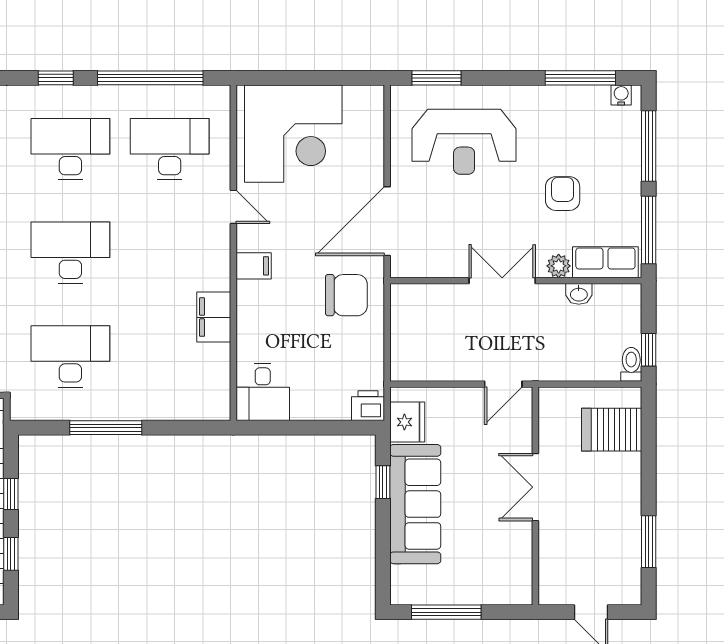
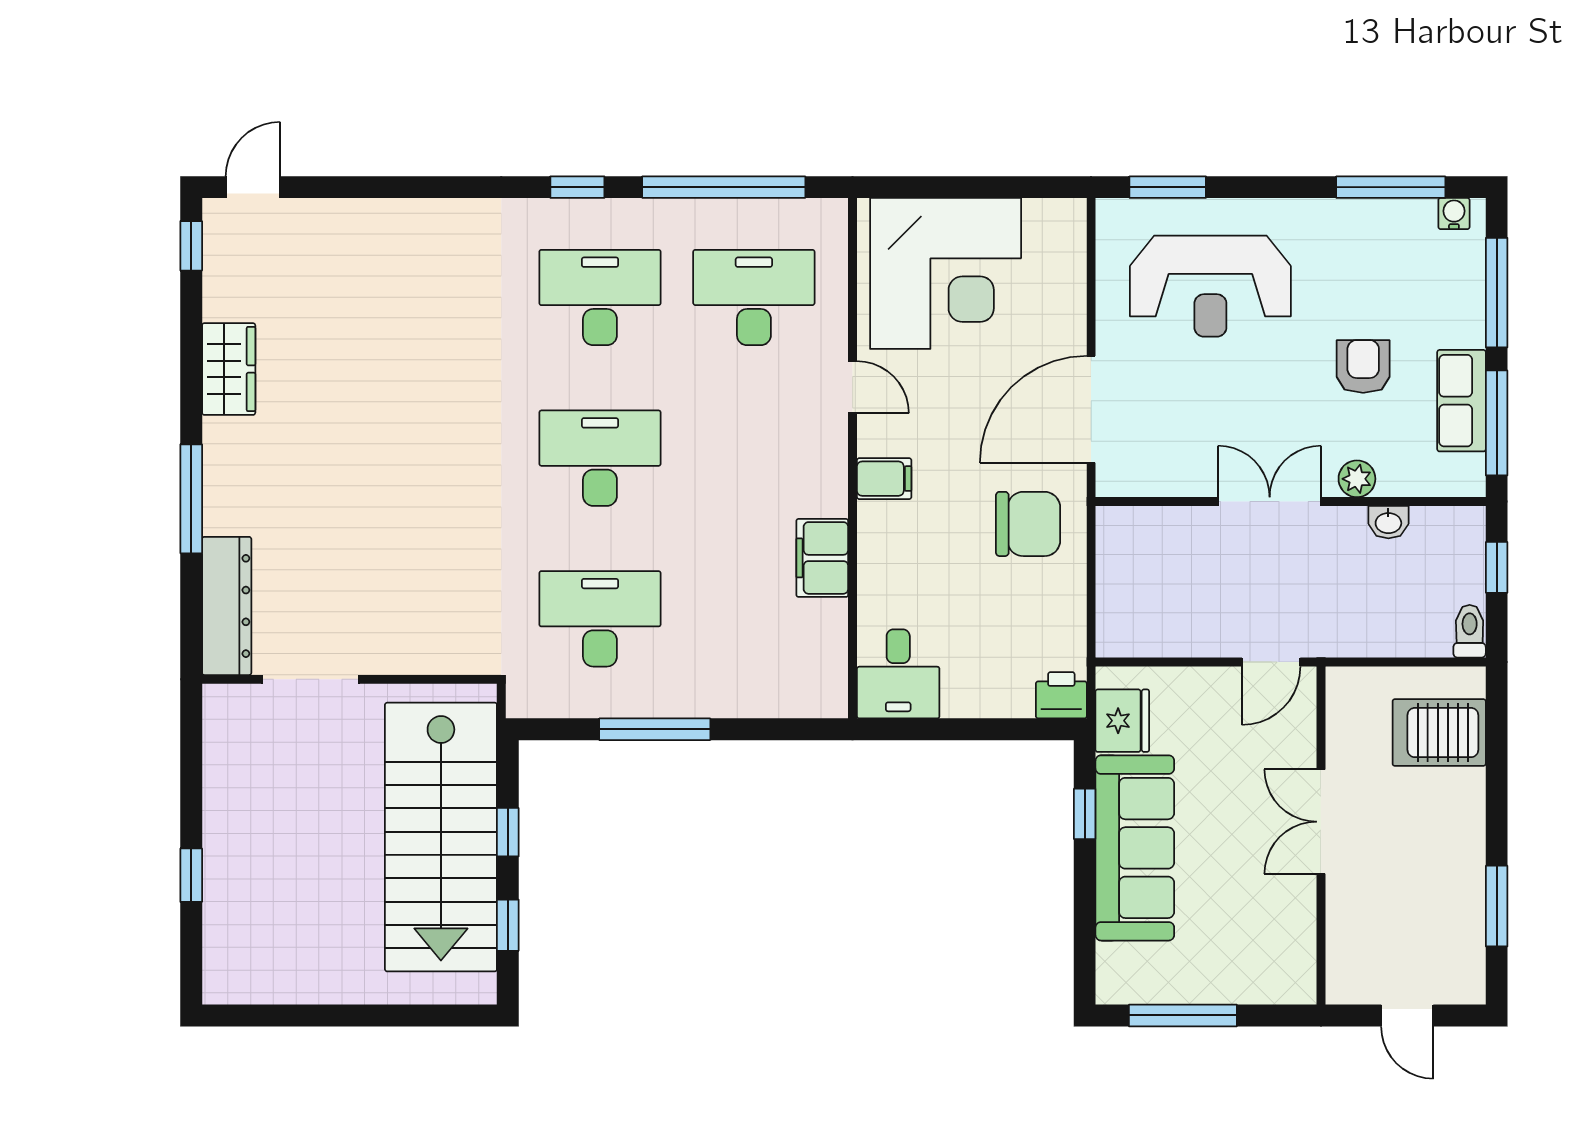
row of seats: (605, 262) -> (1462, 401), moved, turned -90
window: (649, 350) -> (1497, 567), moved

